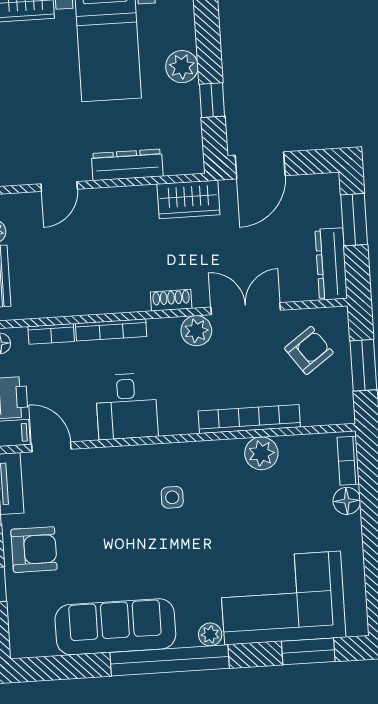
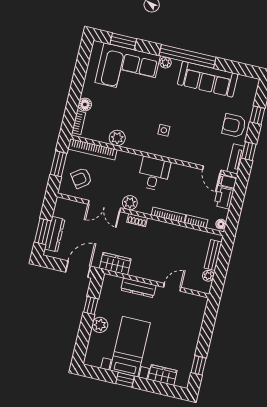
dresser: (331, 264) -> (55, 234), moved
desk: (127, 406) -> (154, 174), moved
bookcase: (249, 419) -> (92, 149), moved

